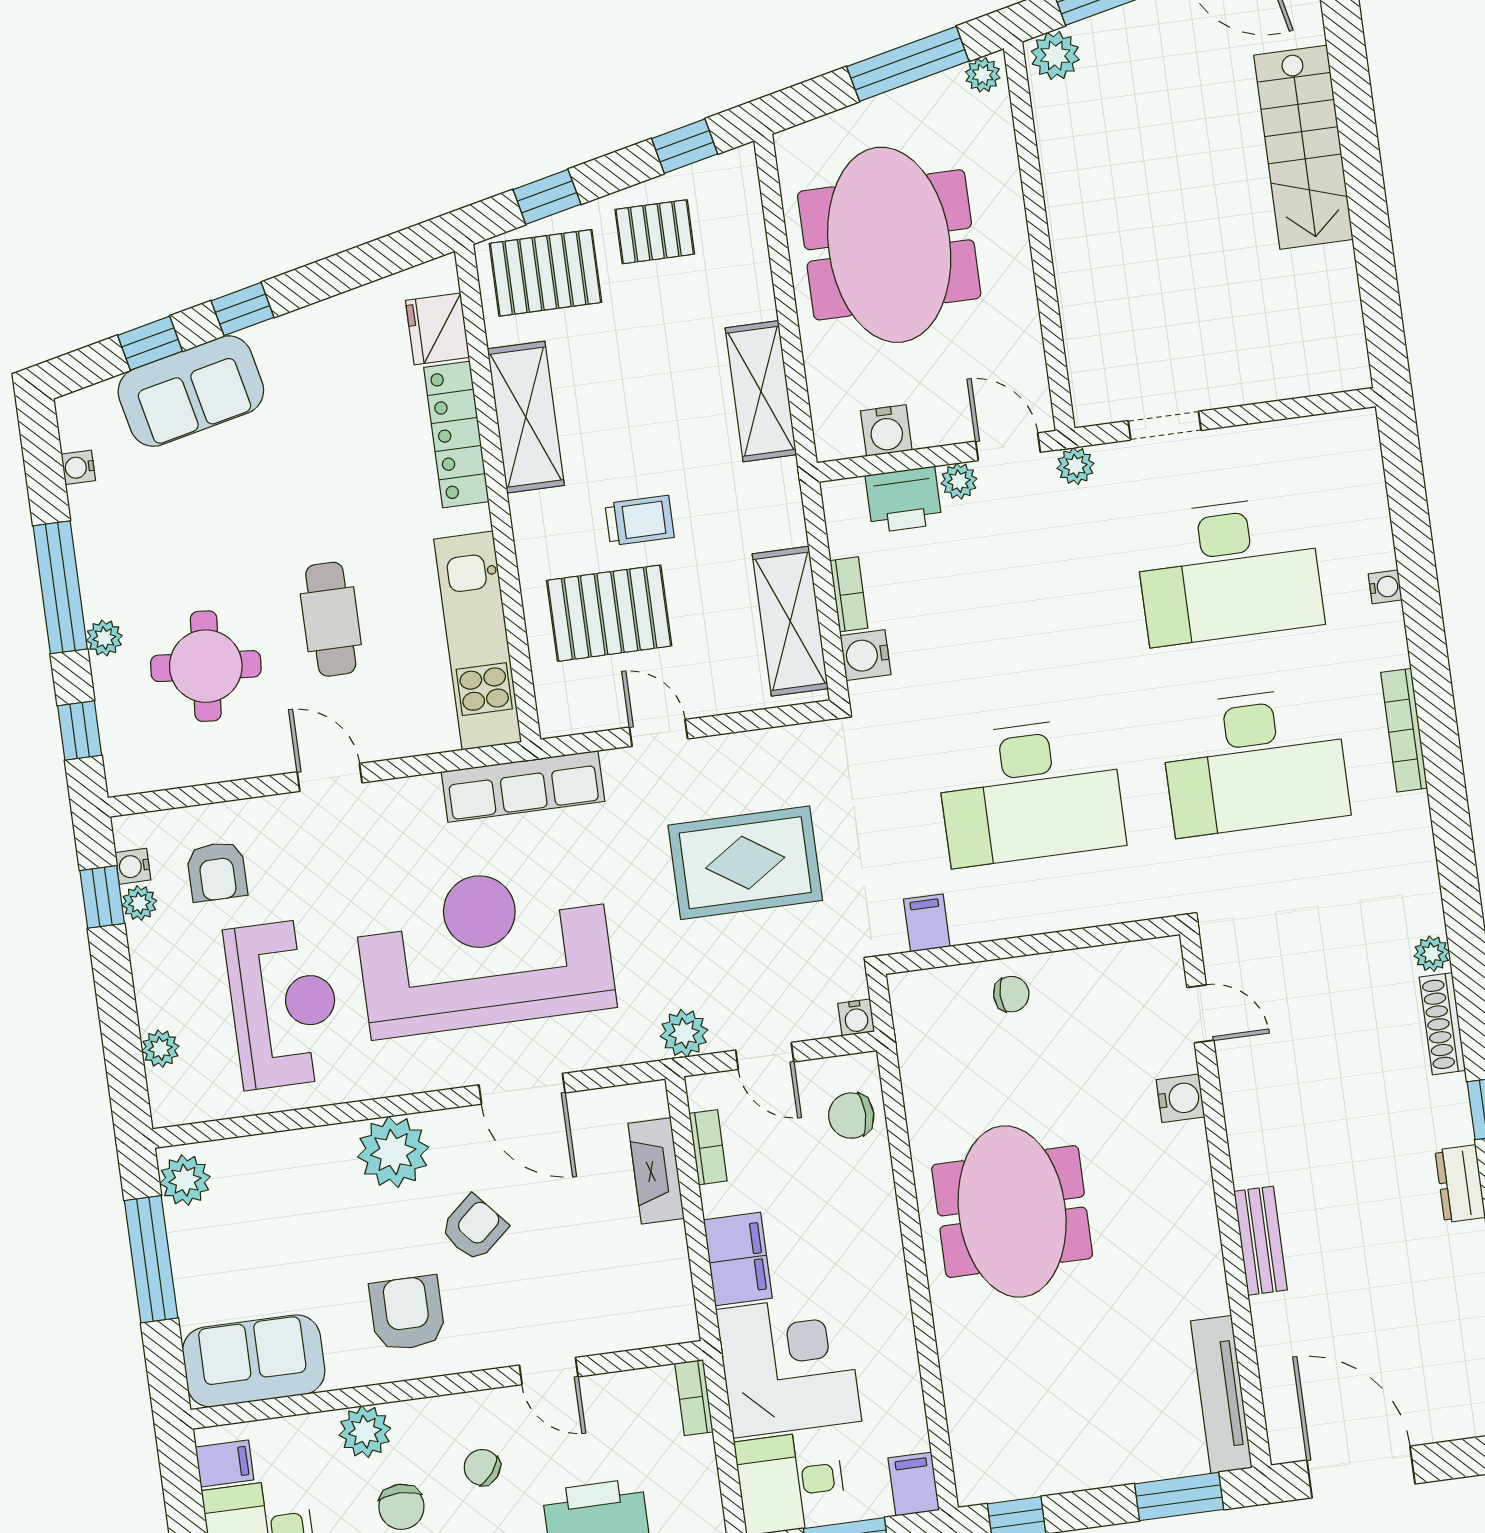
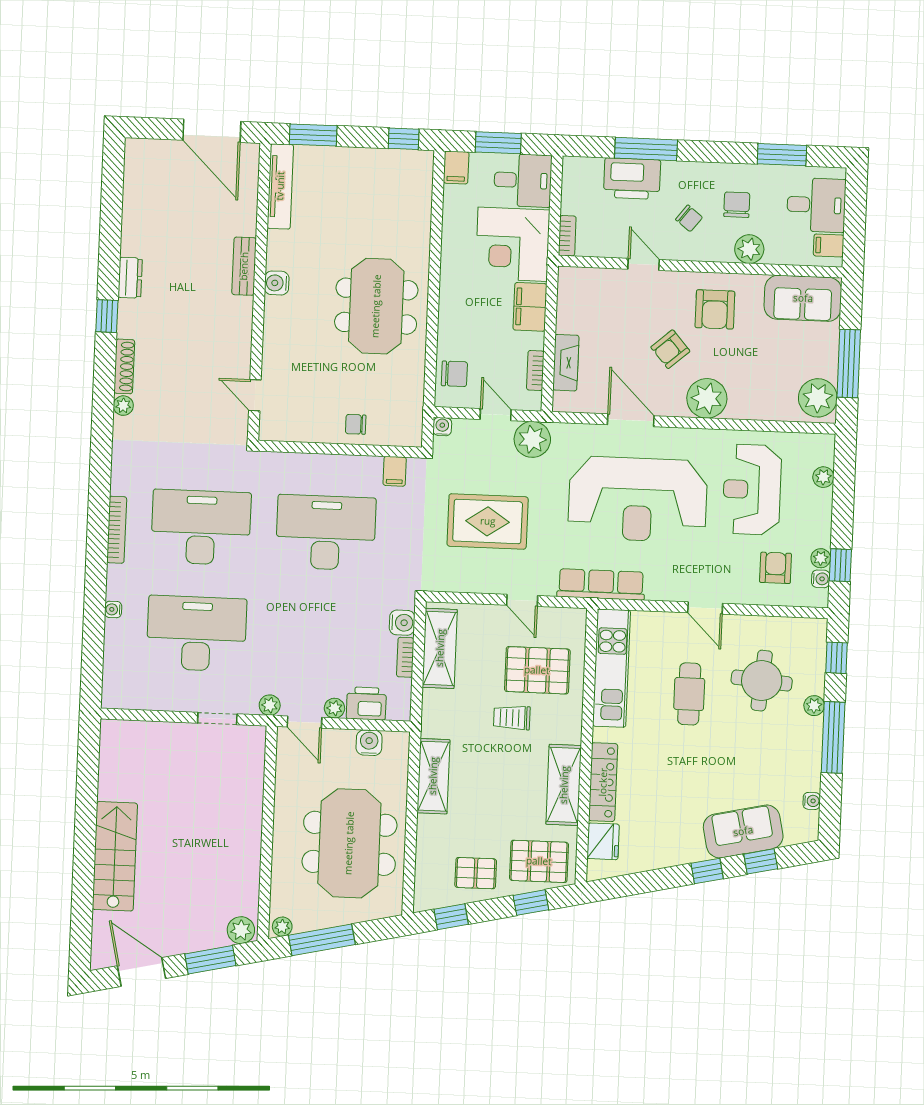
plant: (684, 1033) -> (532, 439), width x1.36, depth x1.36
water cooler: (1180, 1098) -> (277, 283), moved
plant: (185, 1180) -> (818, 398), width x1.36, depth x1.36

